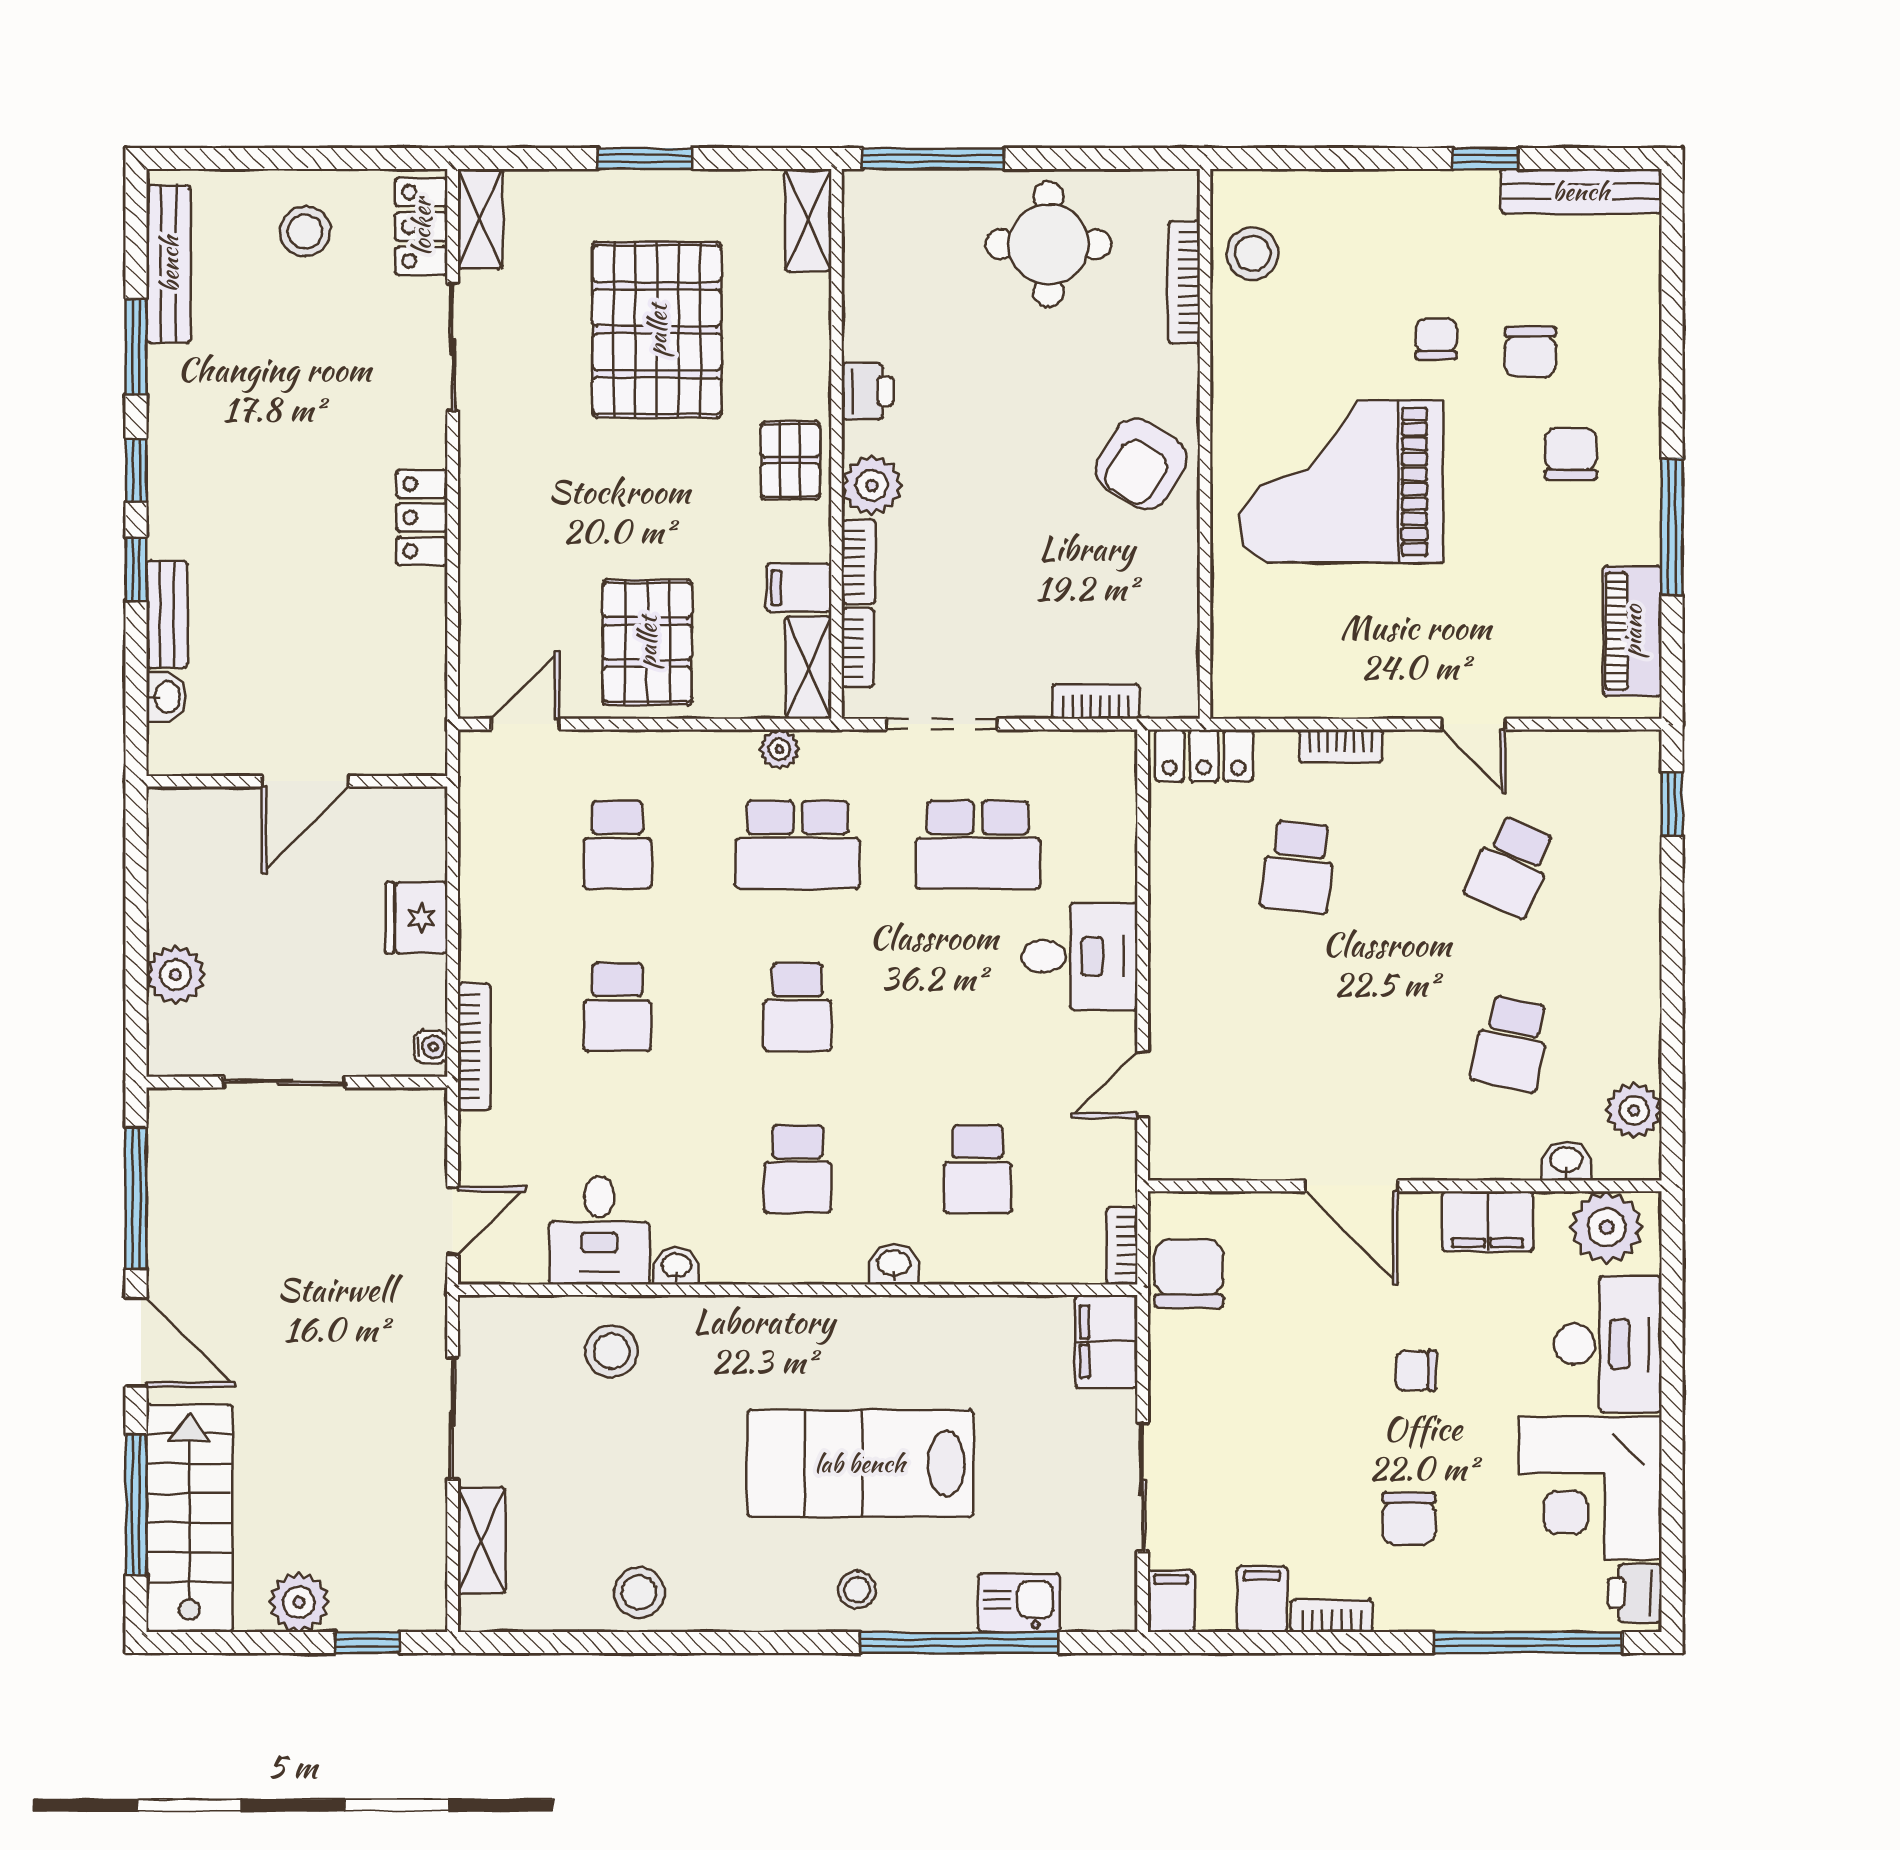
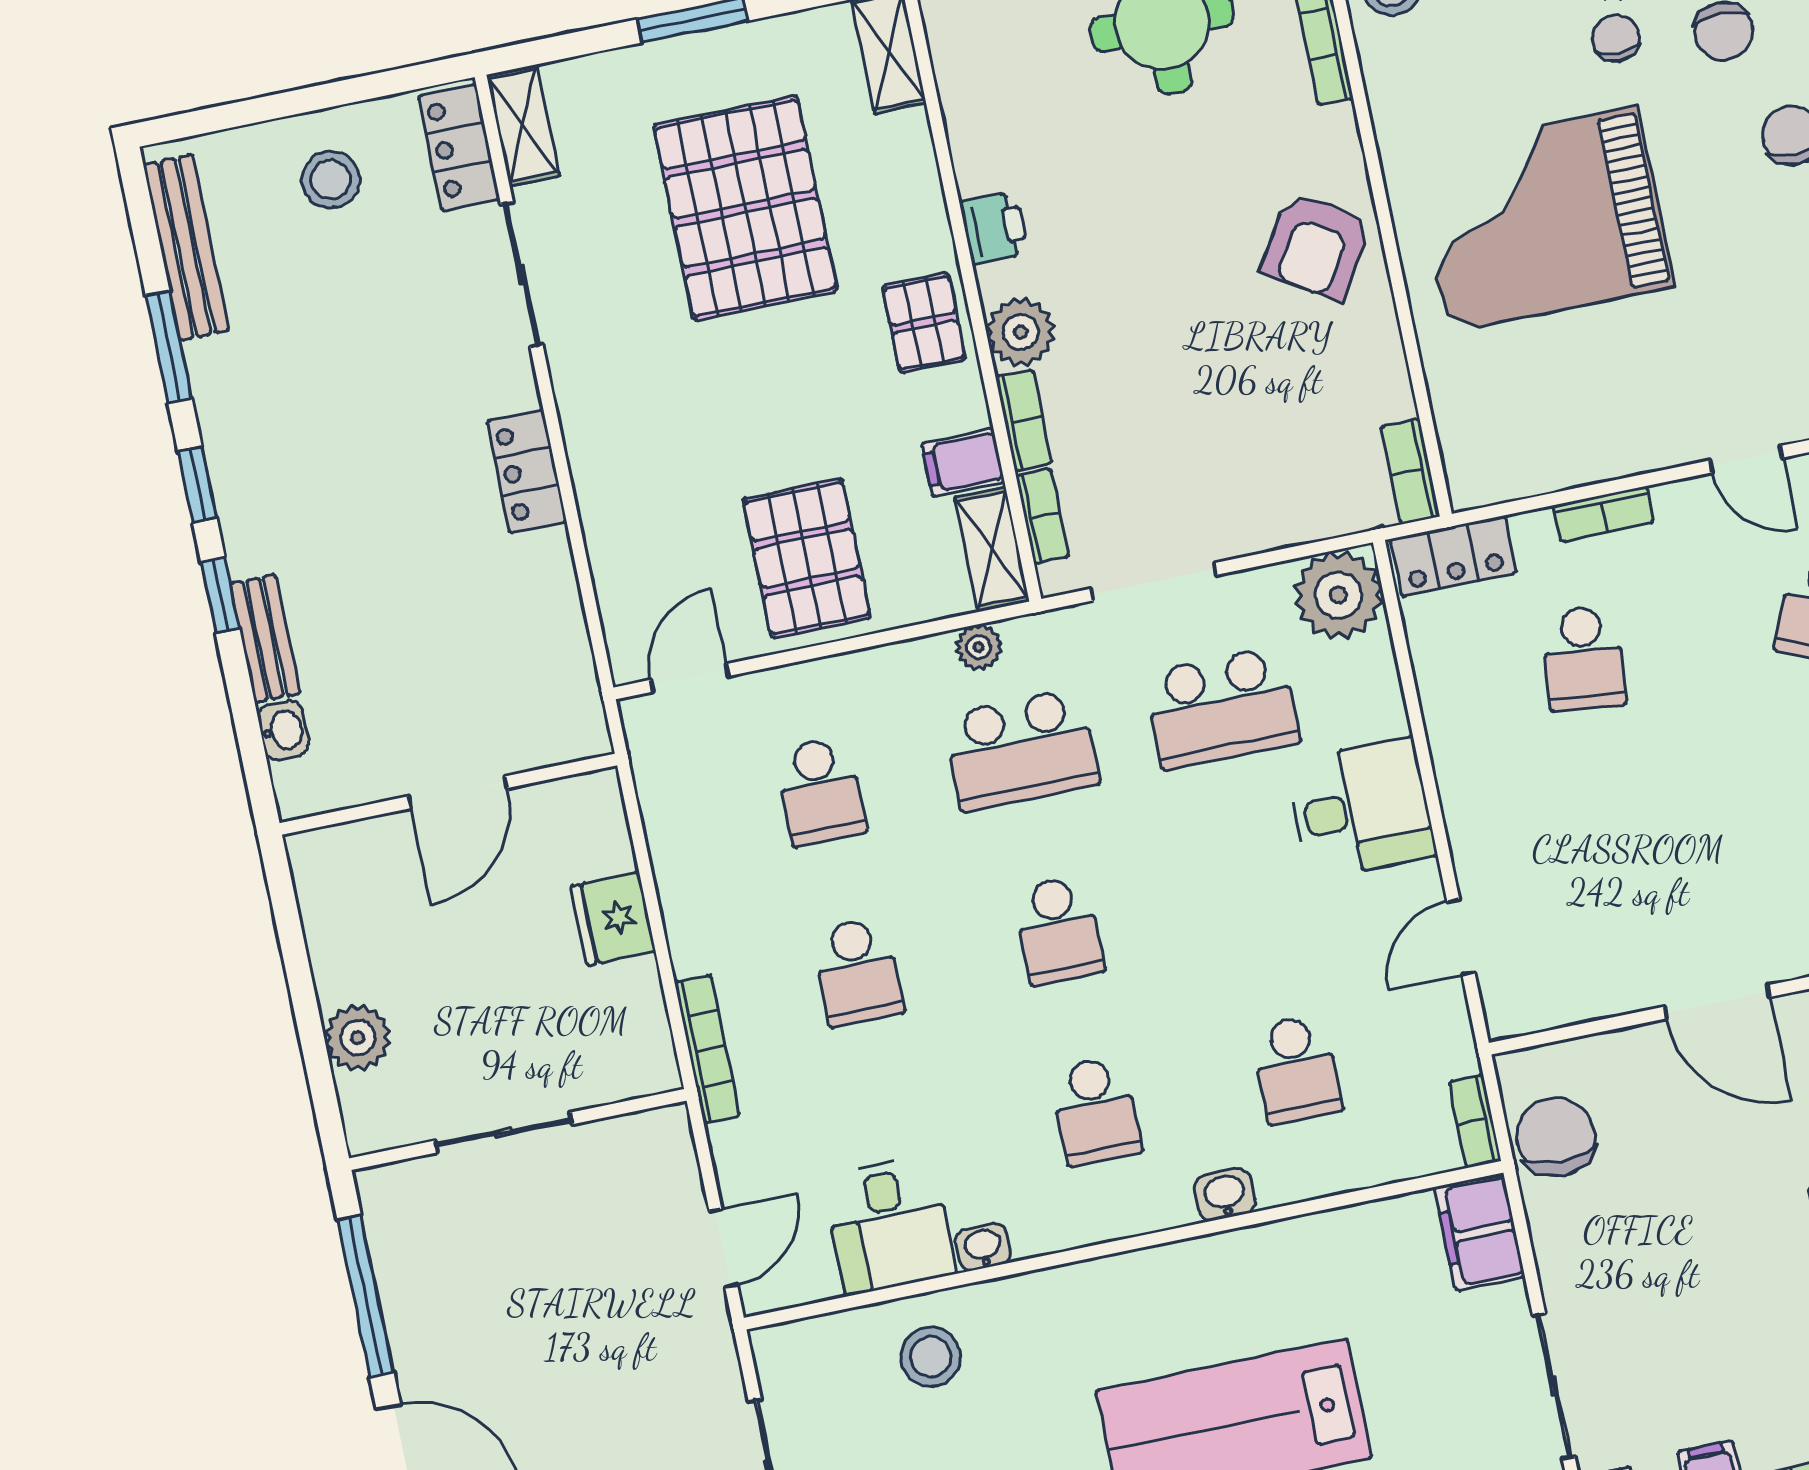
bookcase: (1096, 701) -> (1410, 472), moved, turned -90
plant: (1098, 768) -> (1338, 595), added
water cooler: (431, 1047) -> (659, 1059), removed

